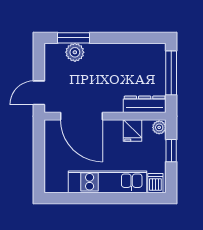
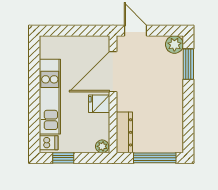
plant: (75, 52) -> (174, 44), moved
fridge: (132, 131) -> (99, 104), moved
window: (171, 151) -> (63, 158), moved

